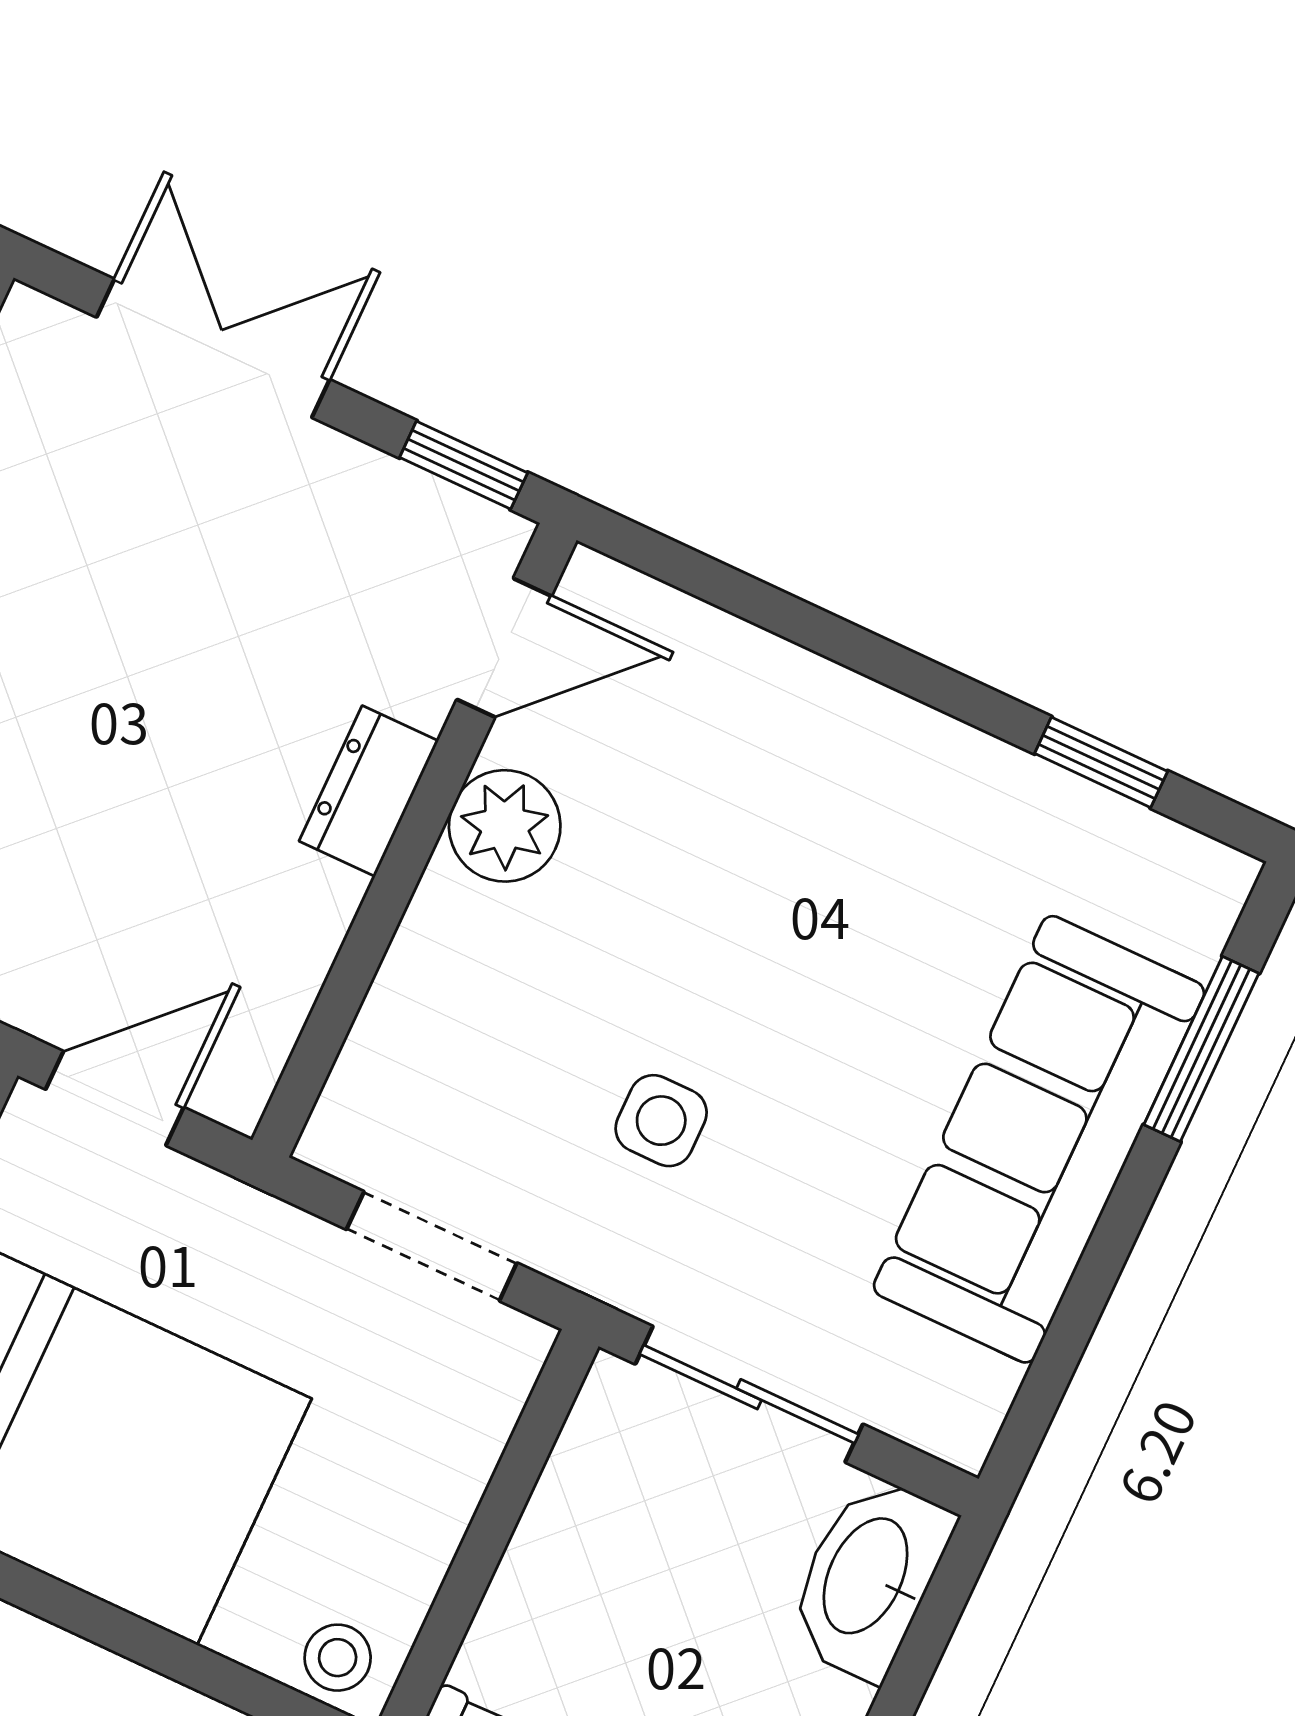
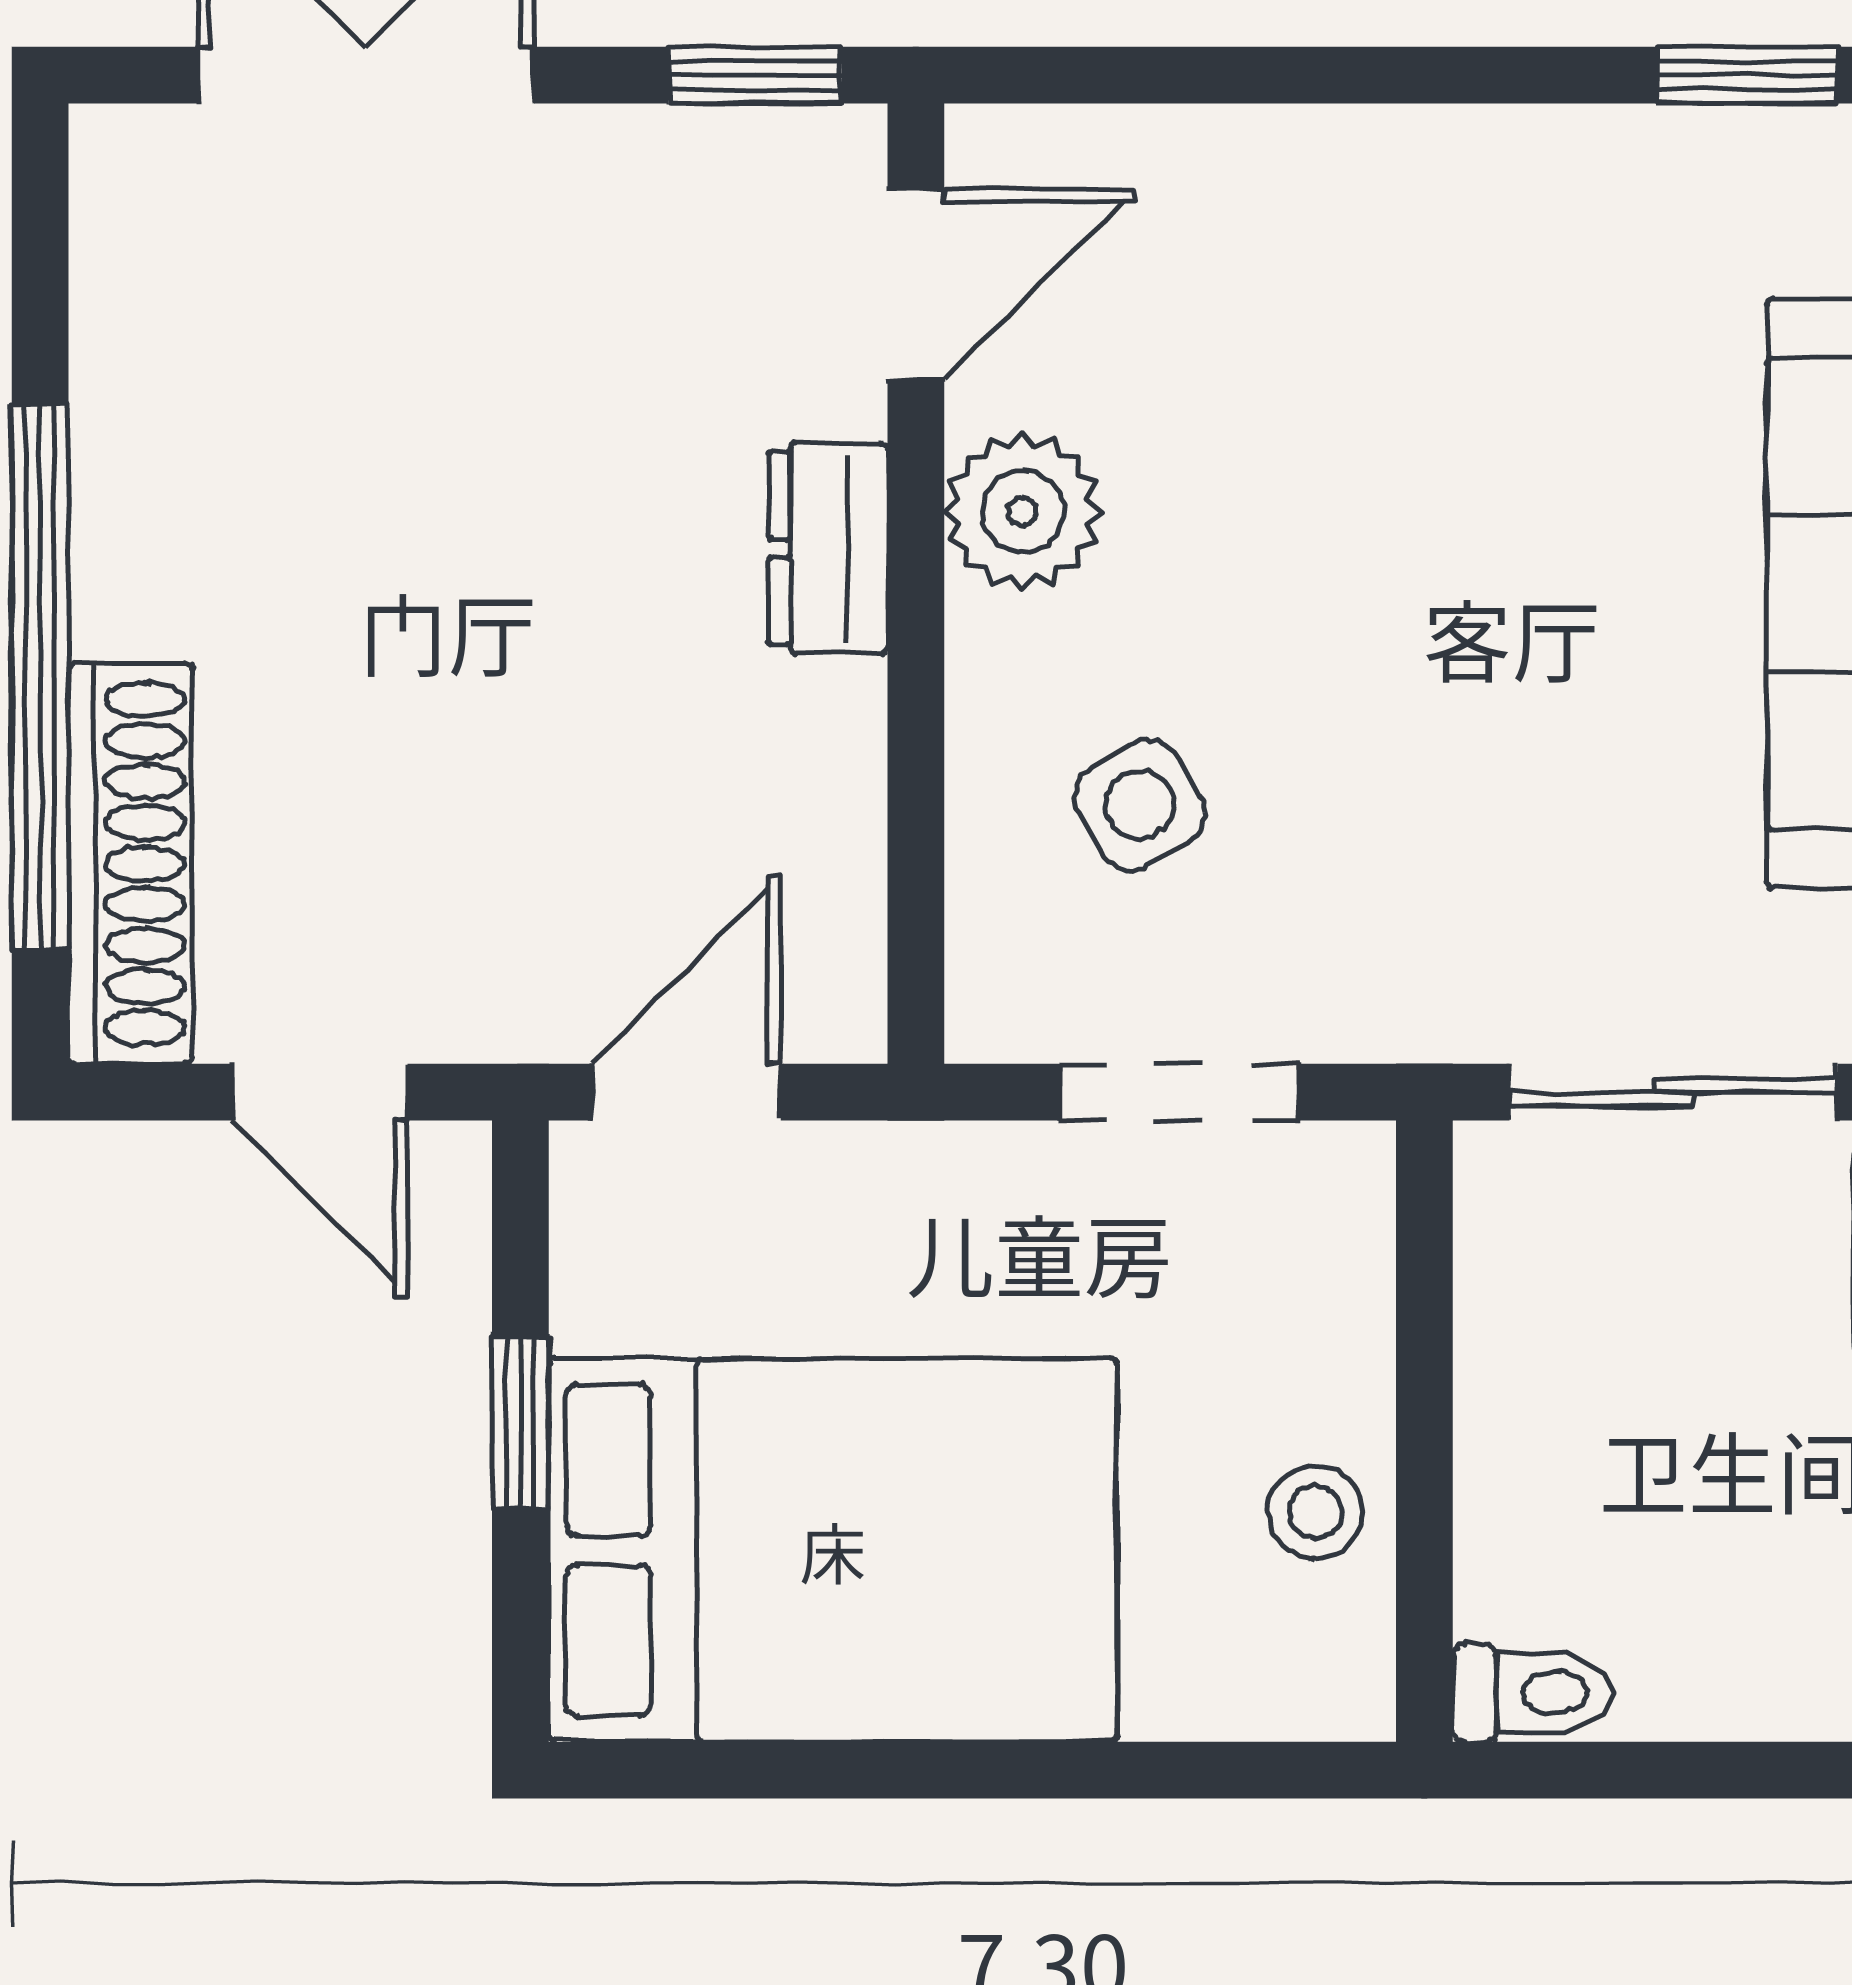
side table: (661, 1121) -> (1140, 805), moved, turned -30
stool: (338, 1658) -> (1315, 1512), moved

